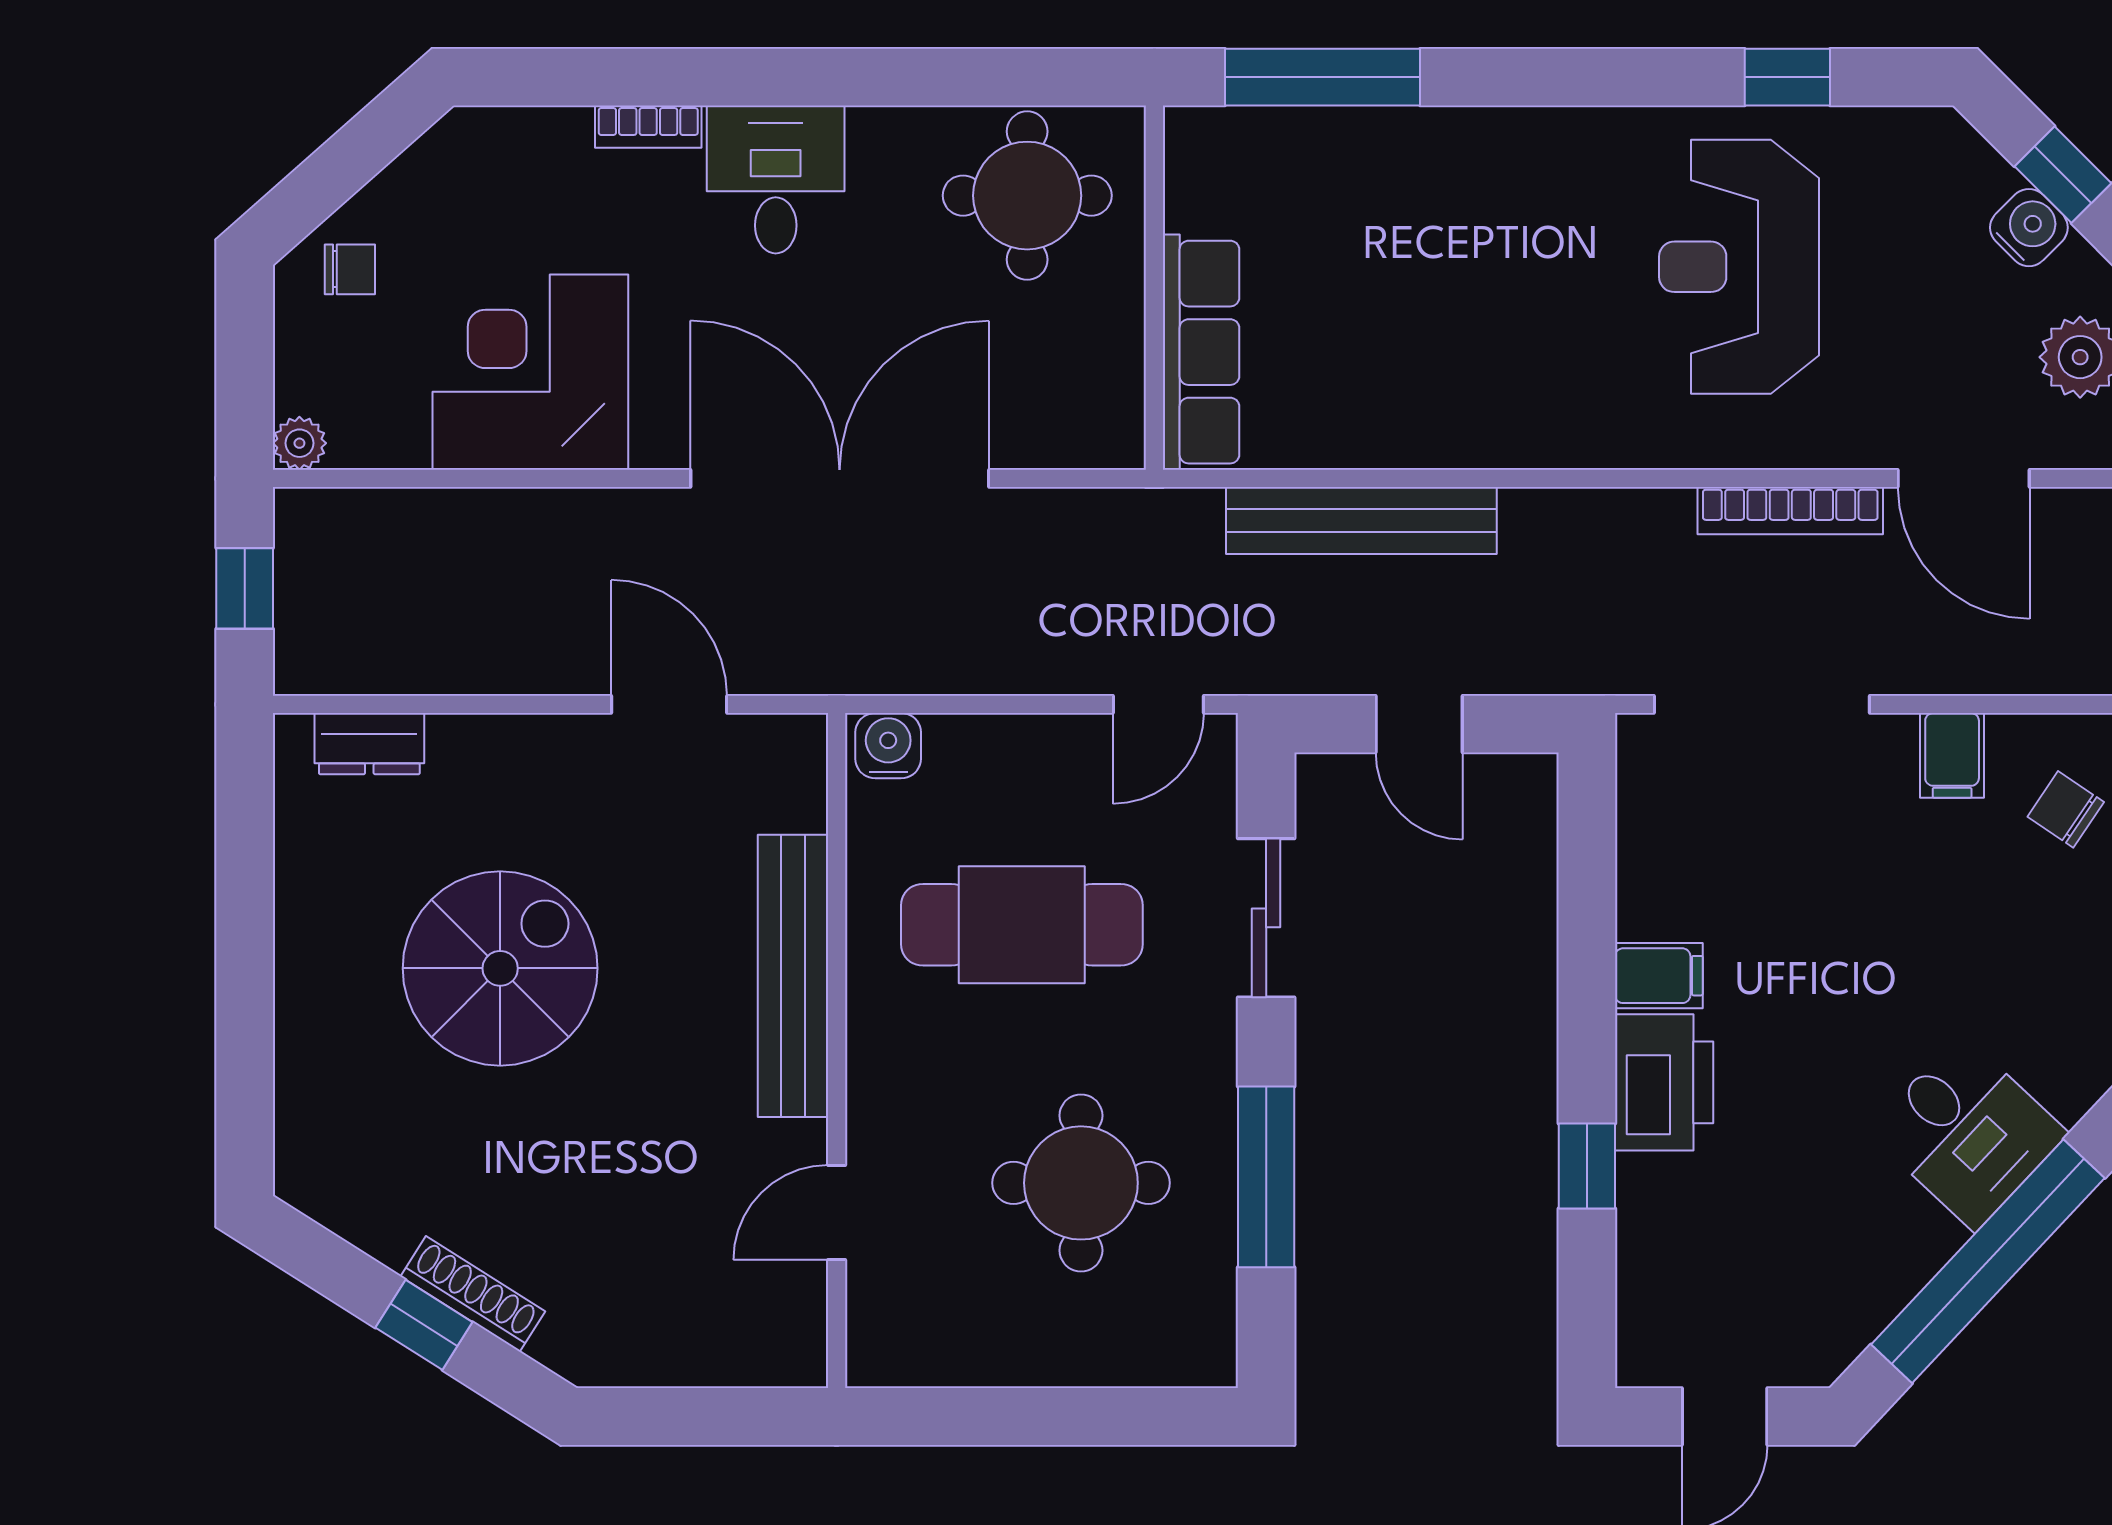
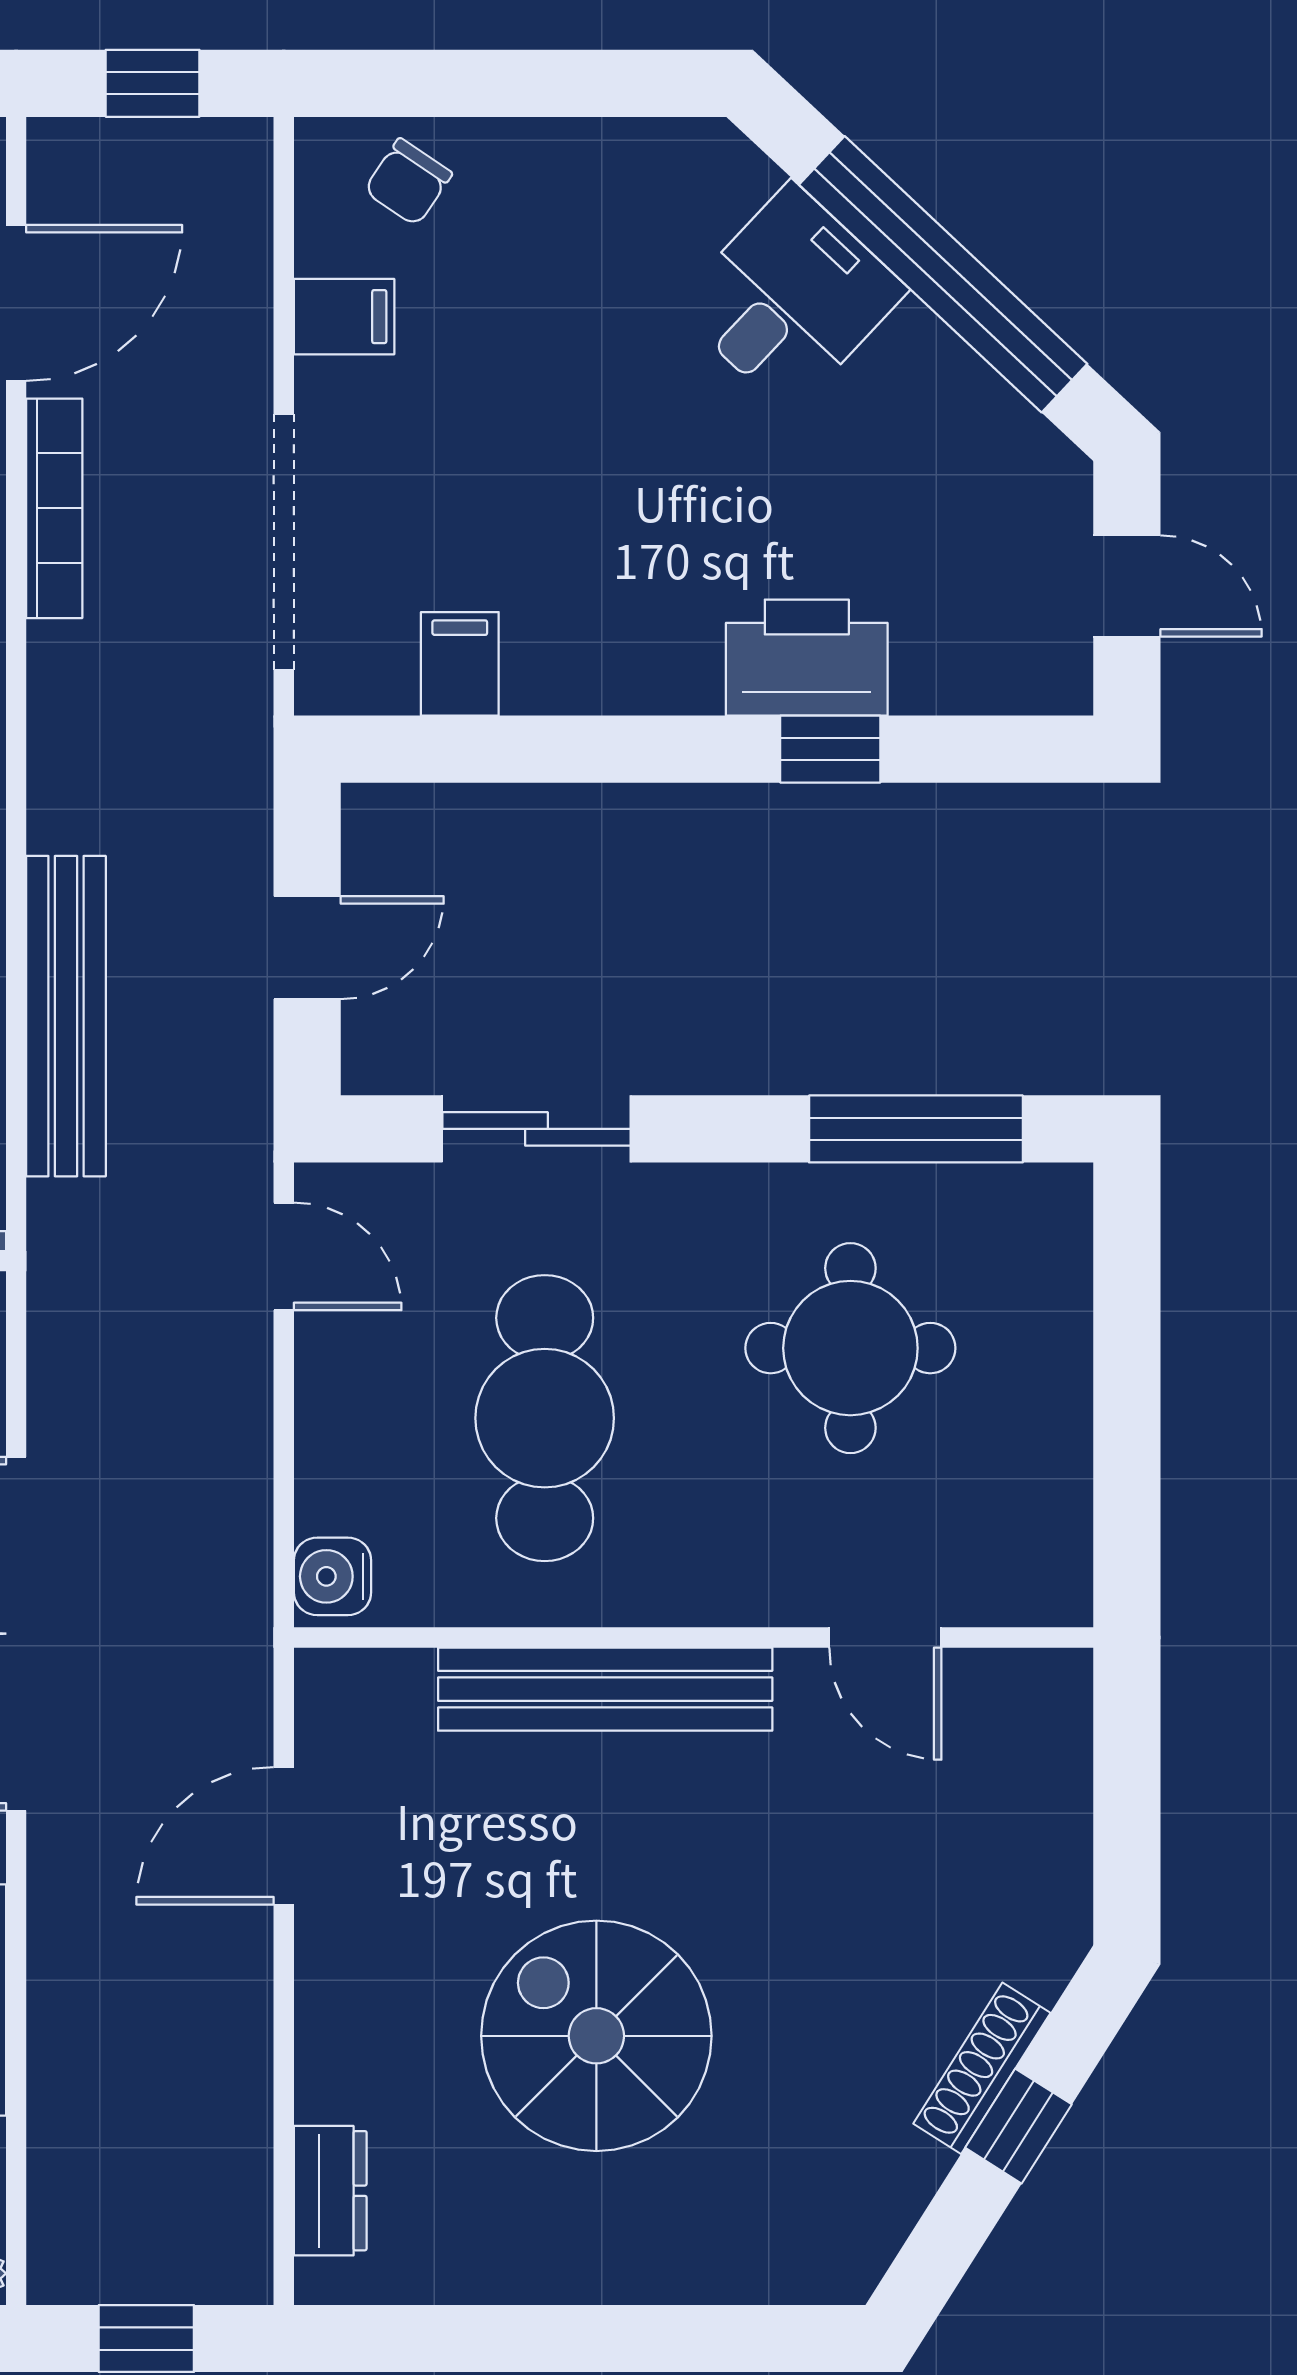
filing cabinet: (1659, 976) -> (460, 664), moved
printer: (1664, 1082) -> (807, 658), moved
window: (1266, 1177) -> (916, 1129), moved

